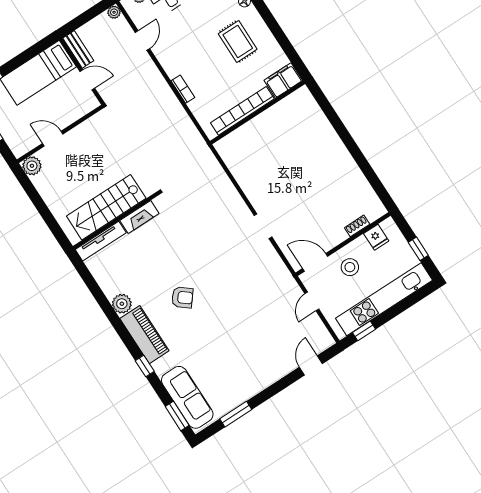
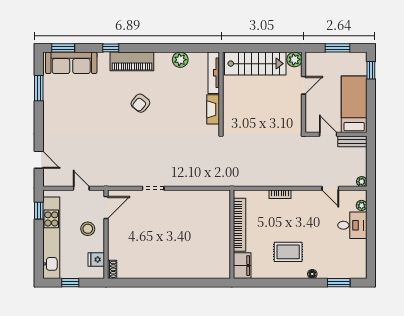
door: (87, 80) -> (328, 134), swing flipped
stairs: (106, 207) -> (255, 64), moved, turned 90
shoe rack: (357, 226) -> (112, 269), moved
plant: (122, 304) -> (180, 60), moved

